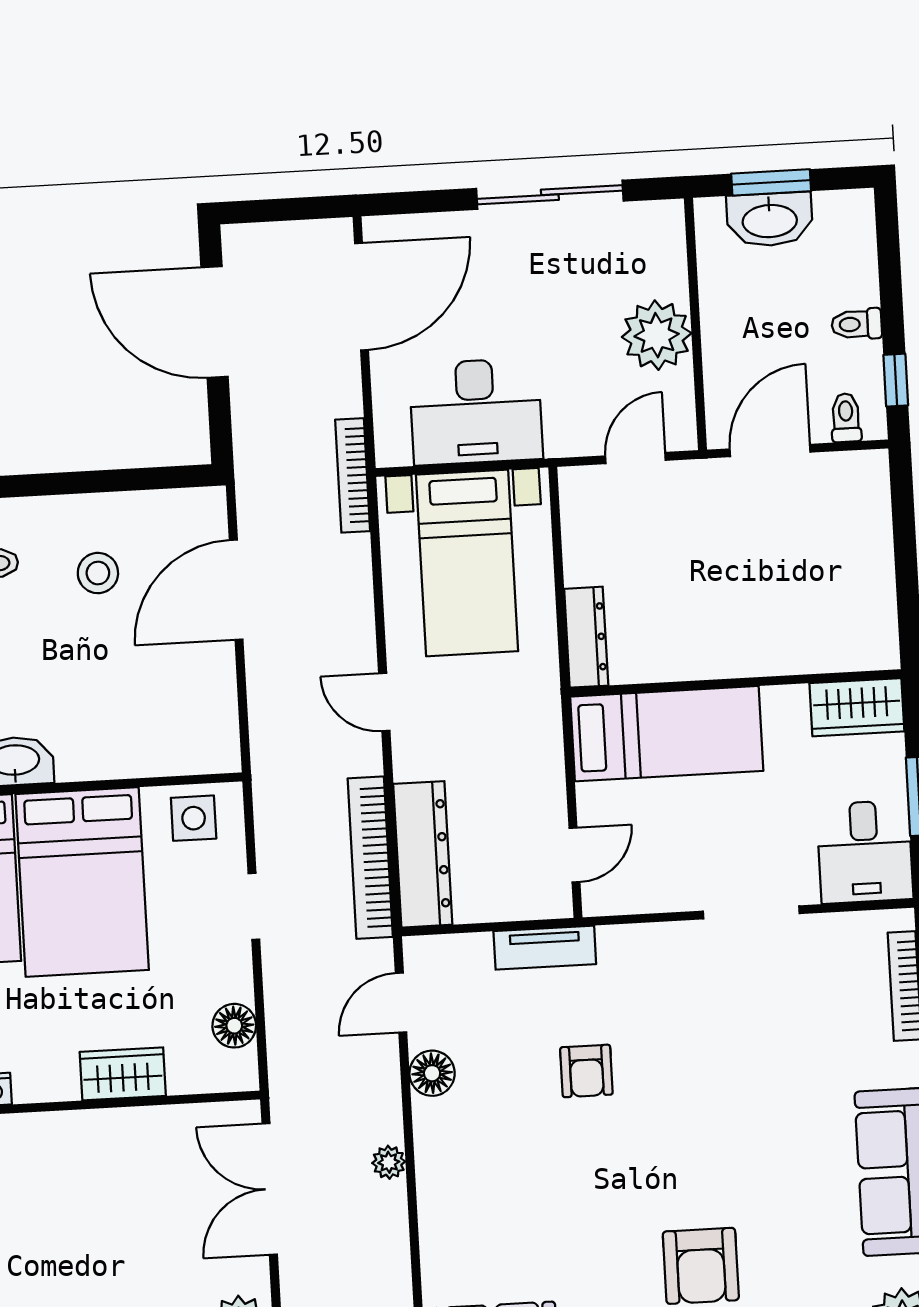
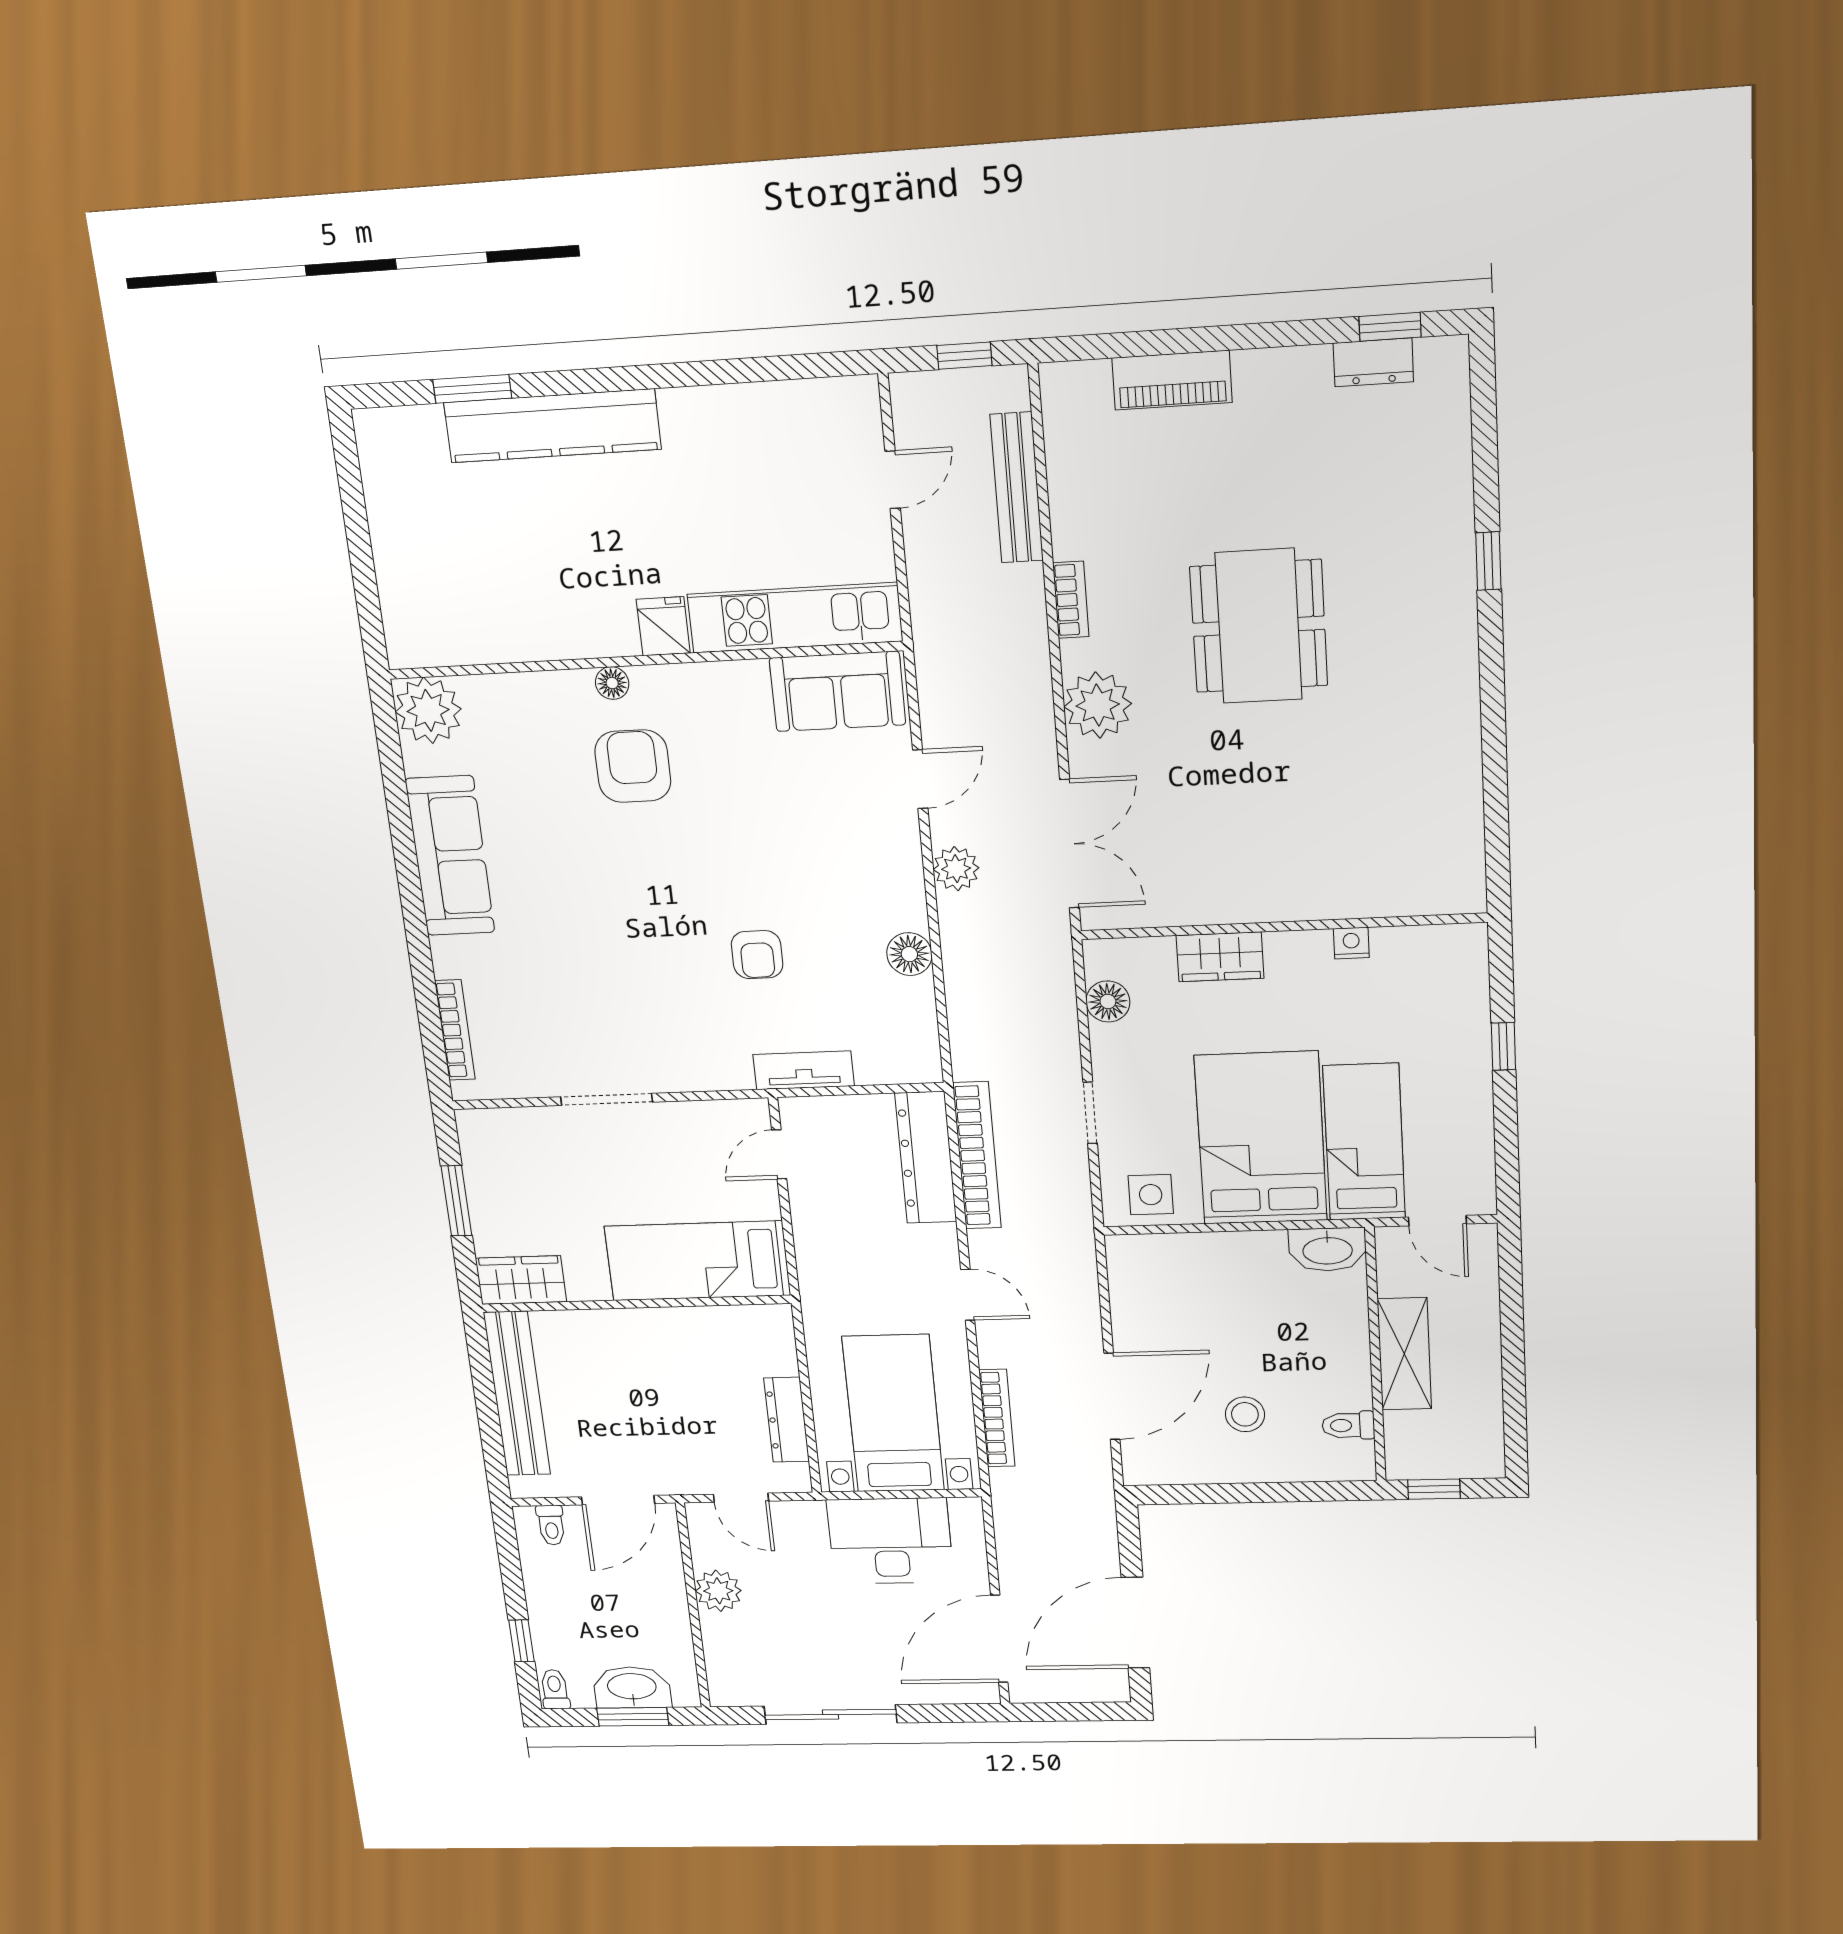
door: (215, 322) -> (1135, 1623), swing flipped
toilet: (857, 324) -> (555, 1689), moved, turned -90
plant: (657, 335) -> (718, 1591), width x0.73, depth x0.73
window: (896, 380) -> (521, 1641), moved
door: (635, 458) -> (741, 1498), hinge flipped
bookcase: (353, 475) -> (997, 1418), moved
bench: (872, 574) -> (517, 1394), added
dresser: (586, 637) -> (787, 1420), moved
desk: (865, 852) -> (503, 1152), removed
door: (401, 1003) -> (920, 779), moved
armchair: (586, 1071) -> (757, 955), turned 180
plant: (389, 1162) -> (956, 869), width x1.38, depth x1.38

